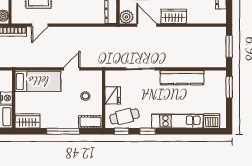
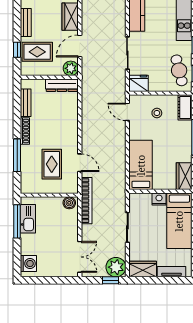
door: (72, 69) -> (127, 112), moved
fridge: (113, 95) -> (139, 83), moved

